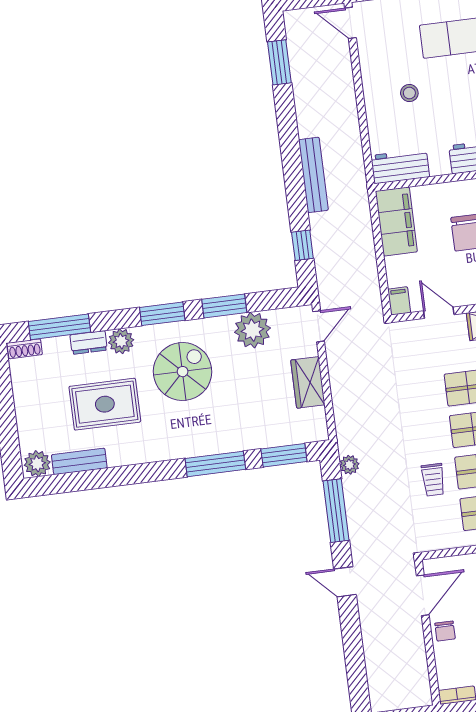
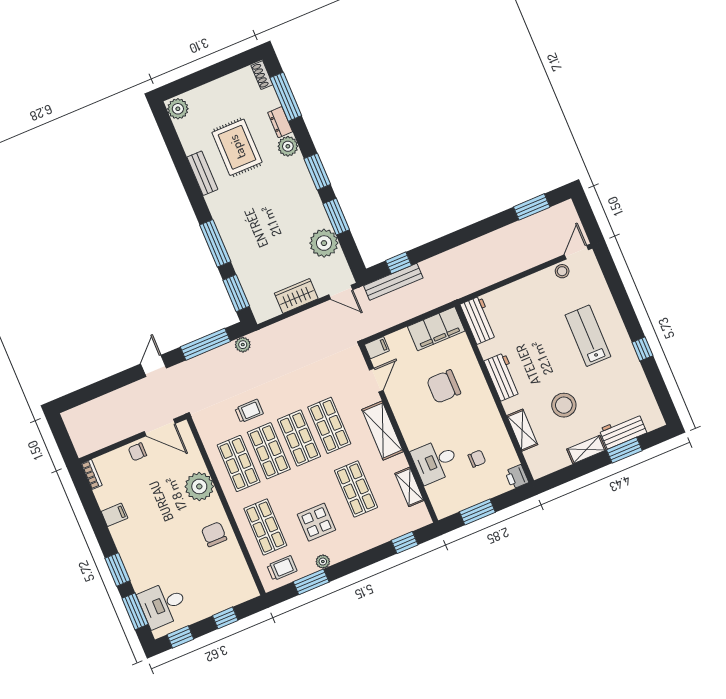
stool: (409, 93) -> (562, 271), moved
bench: (313, 175) -> (393, 282), moved
spiral stairs: (183, 372) -> (278, 199), removed
bench: (79, 461) -> (202, 173), moved
trolley: (433, 480) -> (249, 411), turned 180

